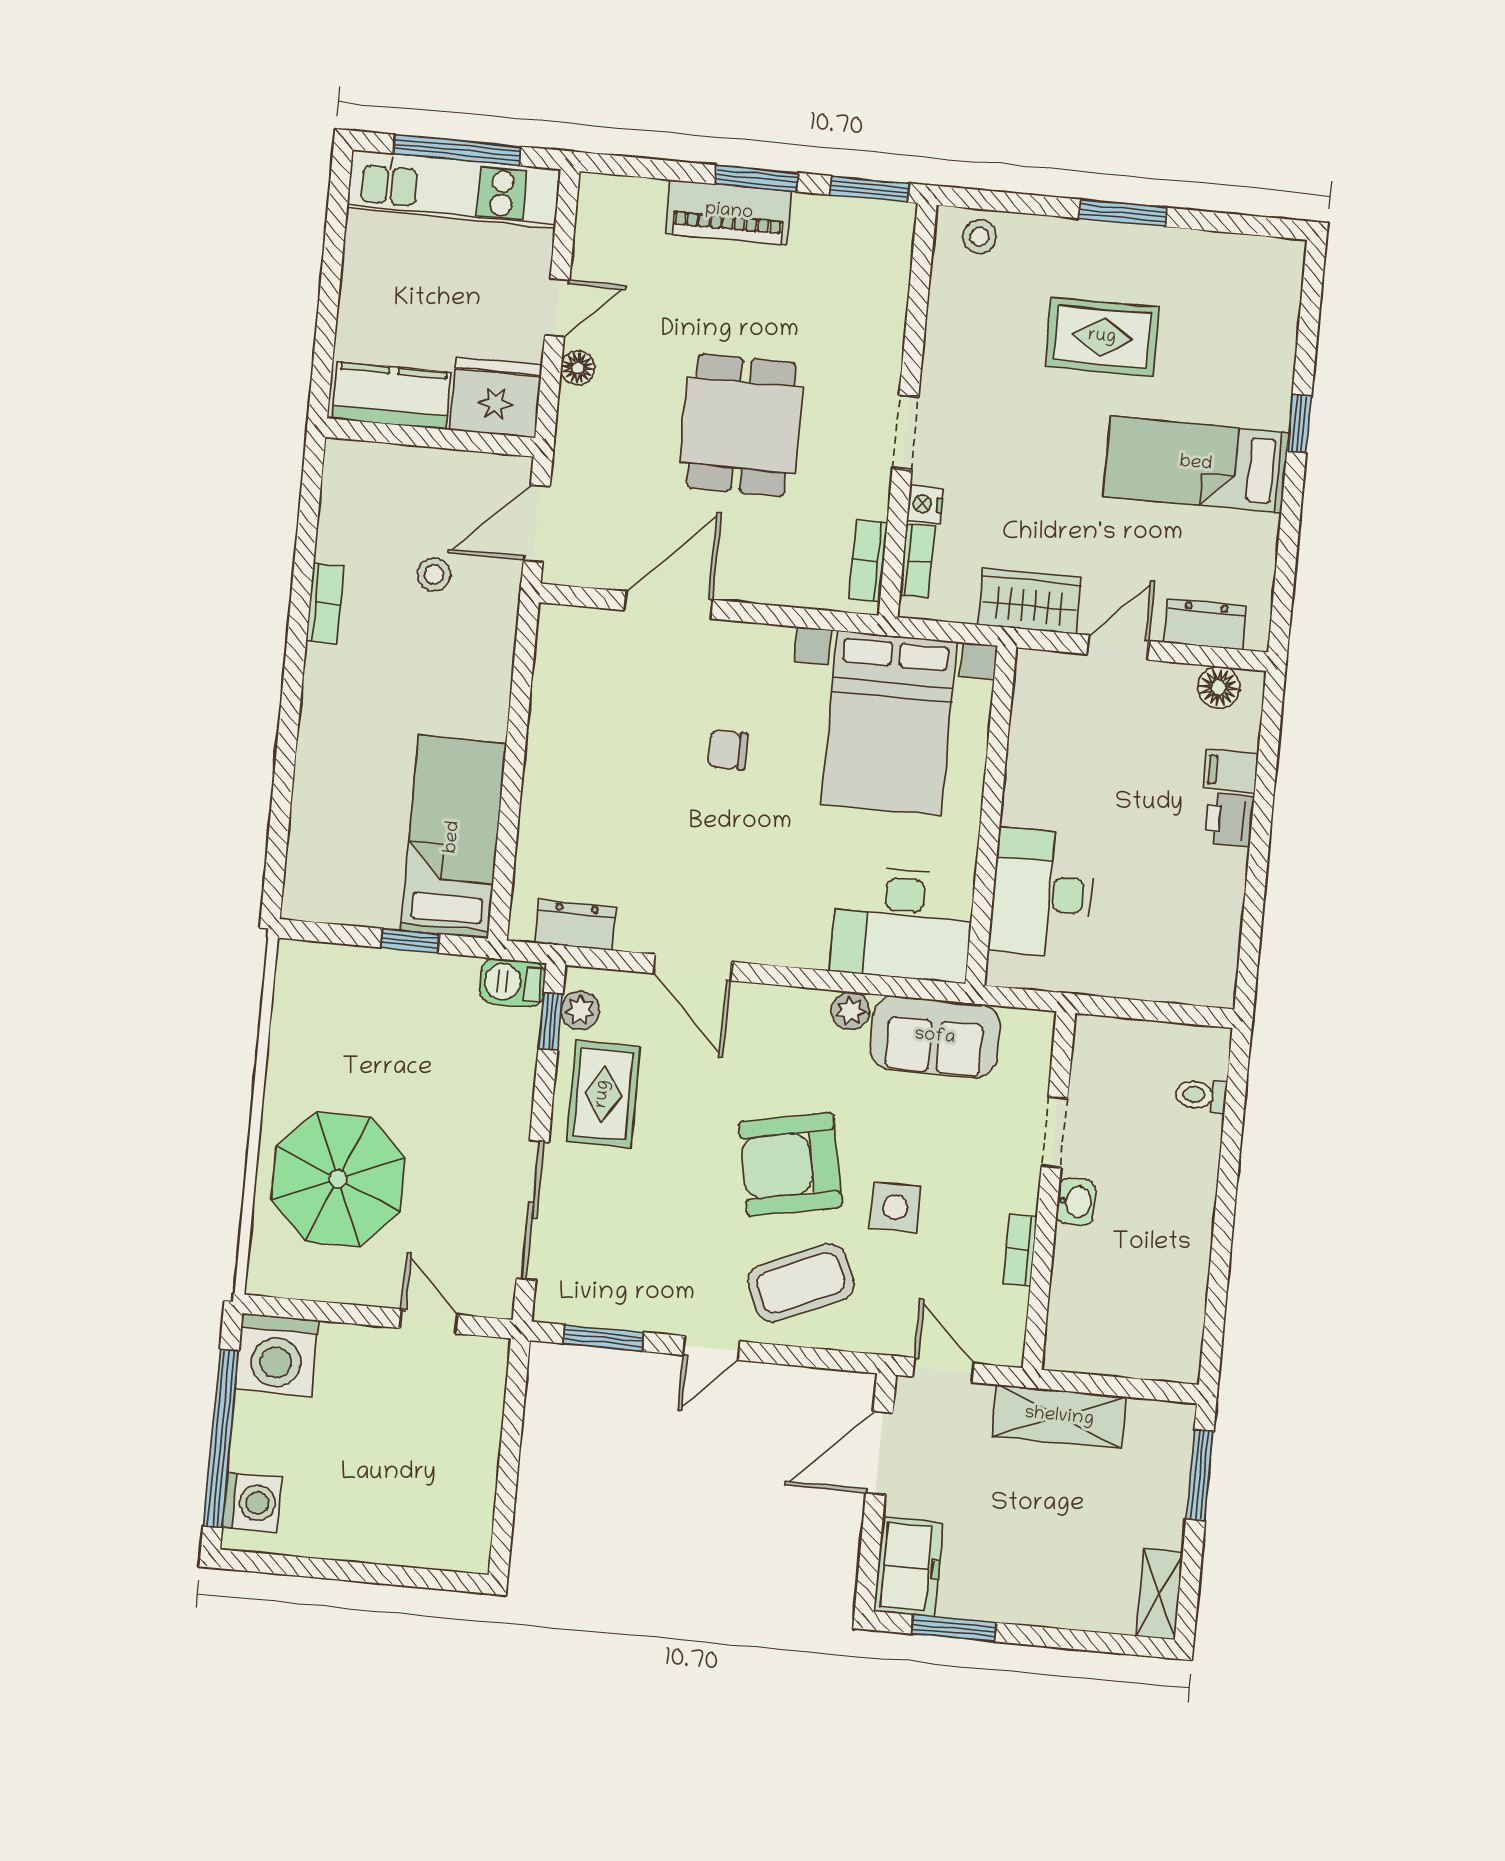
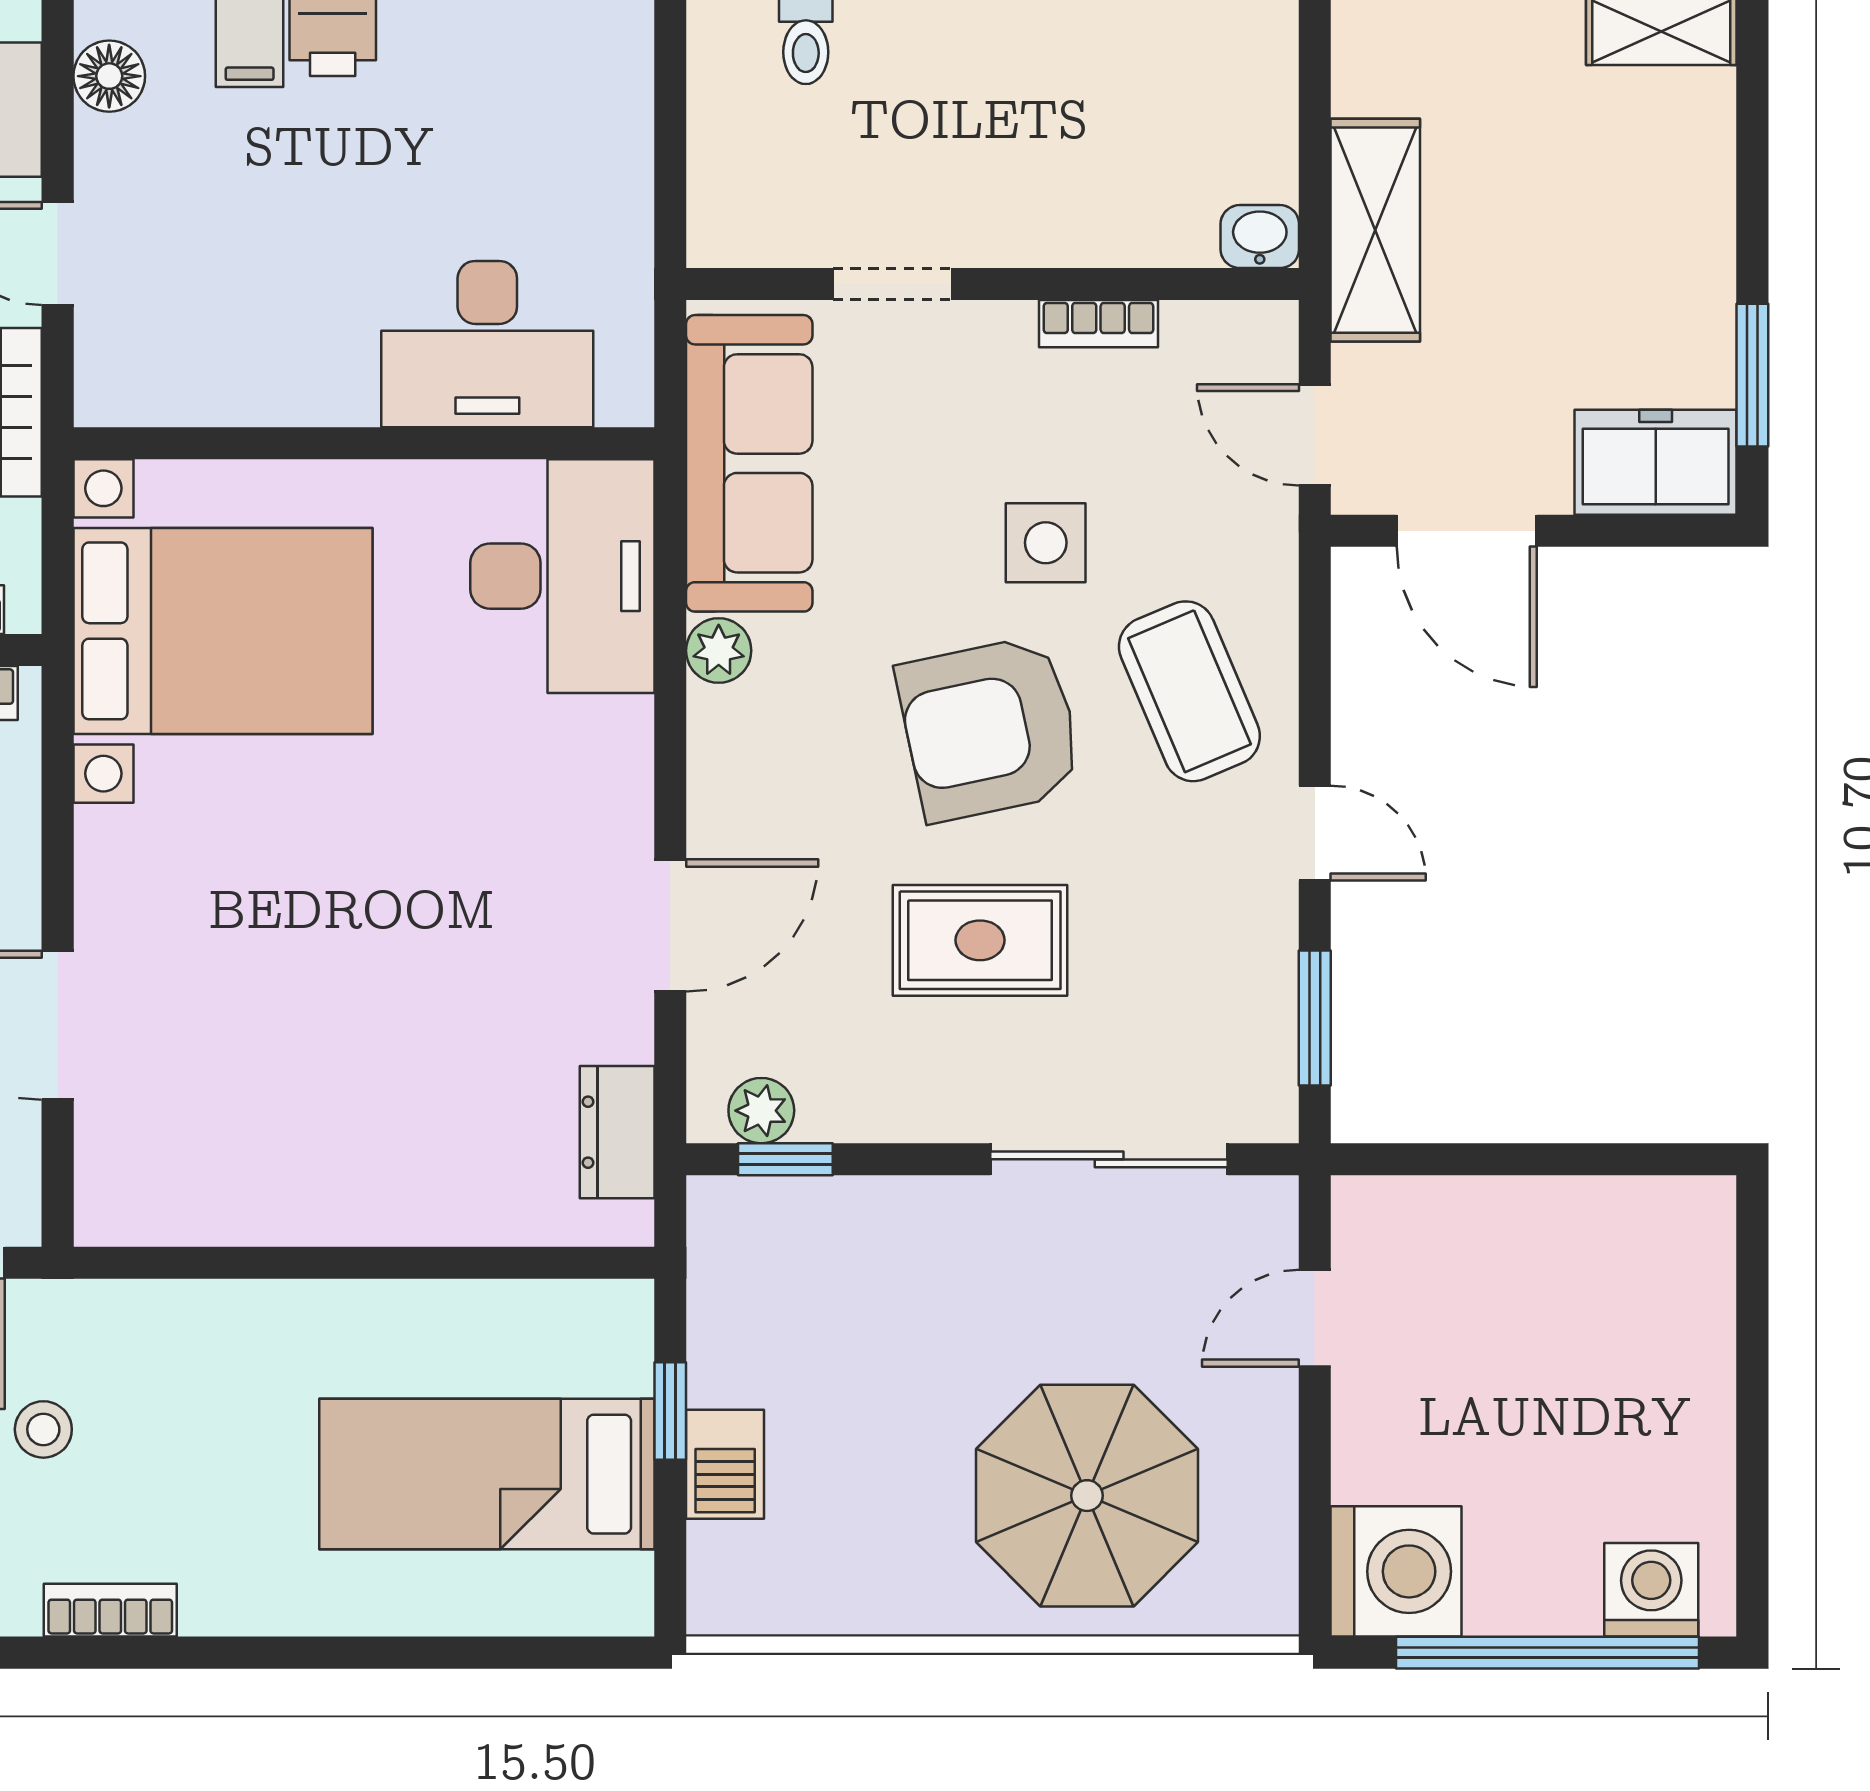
chair: (728, 750) -> (294, 901), removed
bed: (453, 837) -> (487, 1474), moved
barbecue: (513, 983) -> (725, 1464), moved
sofa: (935, 1037) -> (749, 463), width x1.36
rug: (603, 1094) -> (980, 940), moved
armchair: (790, 1164) -> (990, 729), turned 89
washbasin: (1076, 1202) -> (1260, 237), moved
door: (943, 1370) -> (1315, 435), hinge flipped

